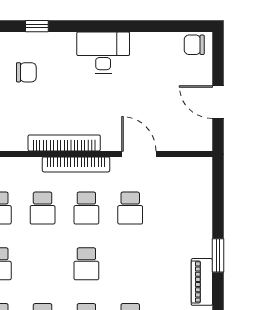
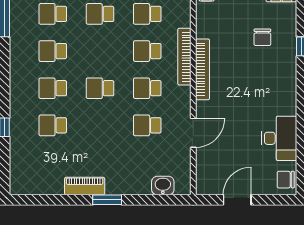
chair: (194, 45) -> (286, 180), turned -90
desk: (103, 52) -> (279, 138), moved
bookcase: (76, 164) -> (184, 57), moved
washbasin: (201, 190) -> (163, 186), added

